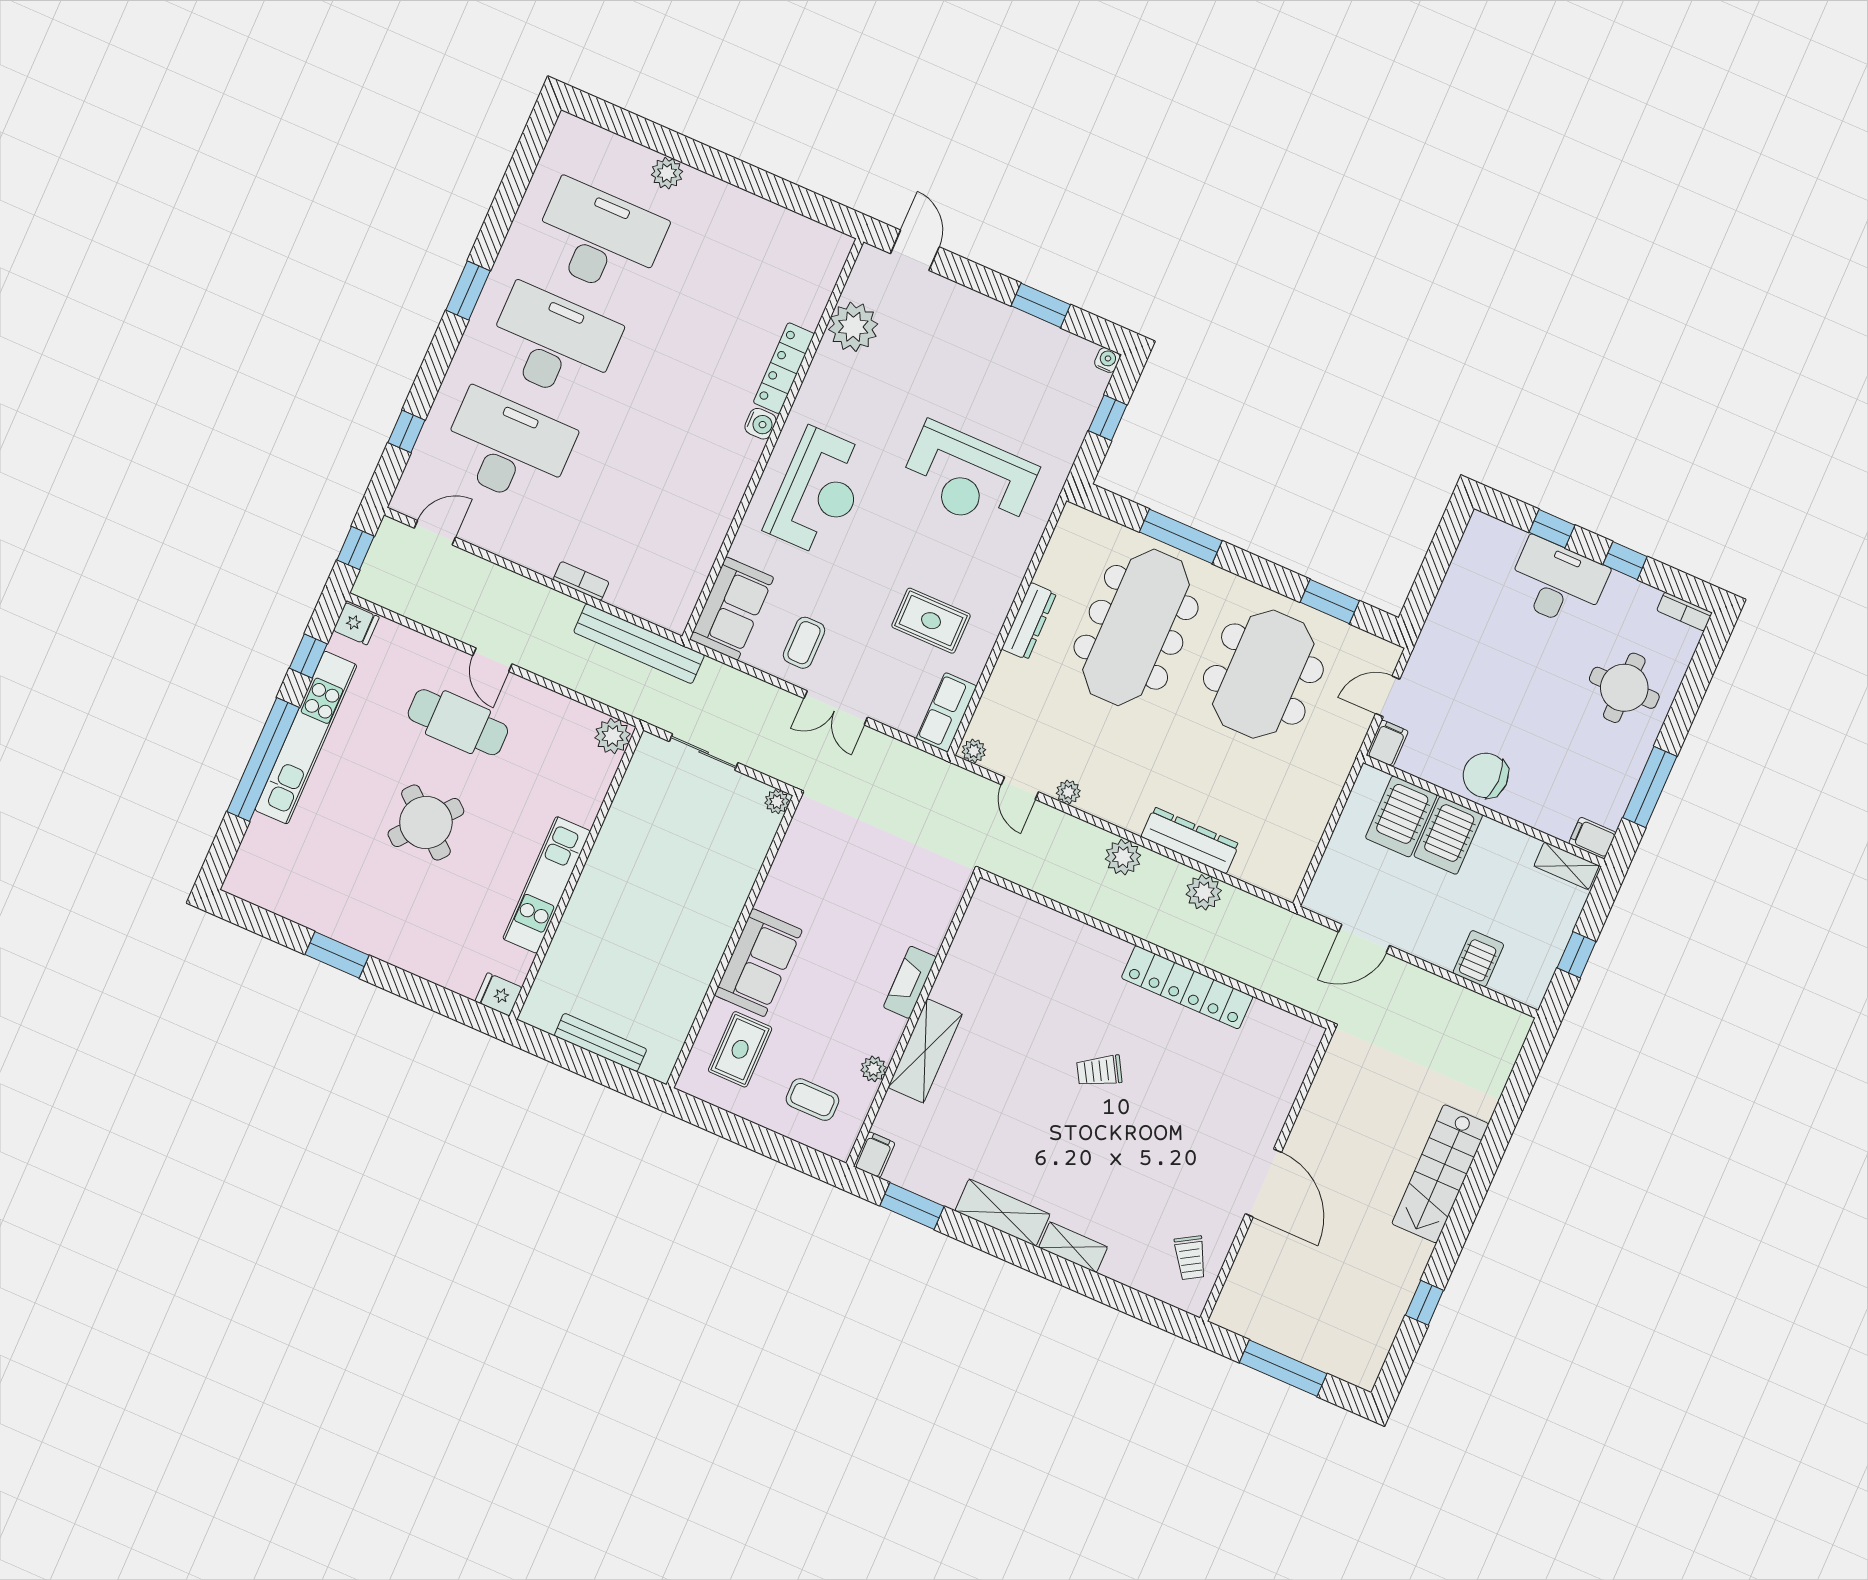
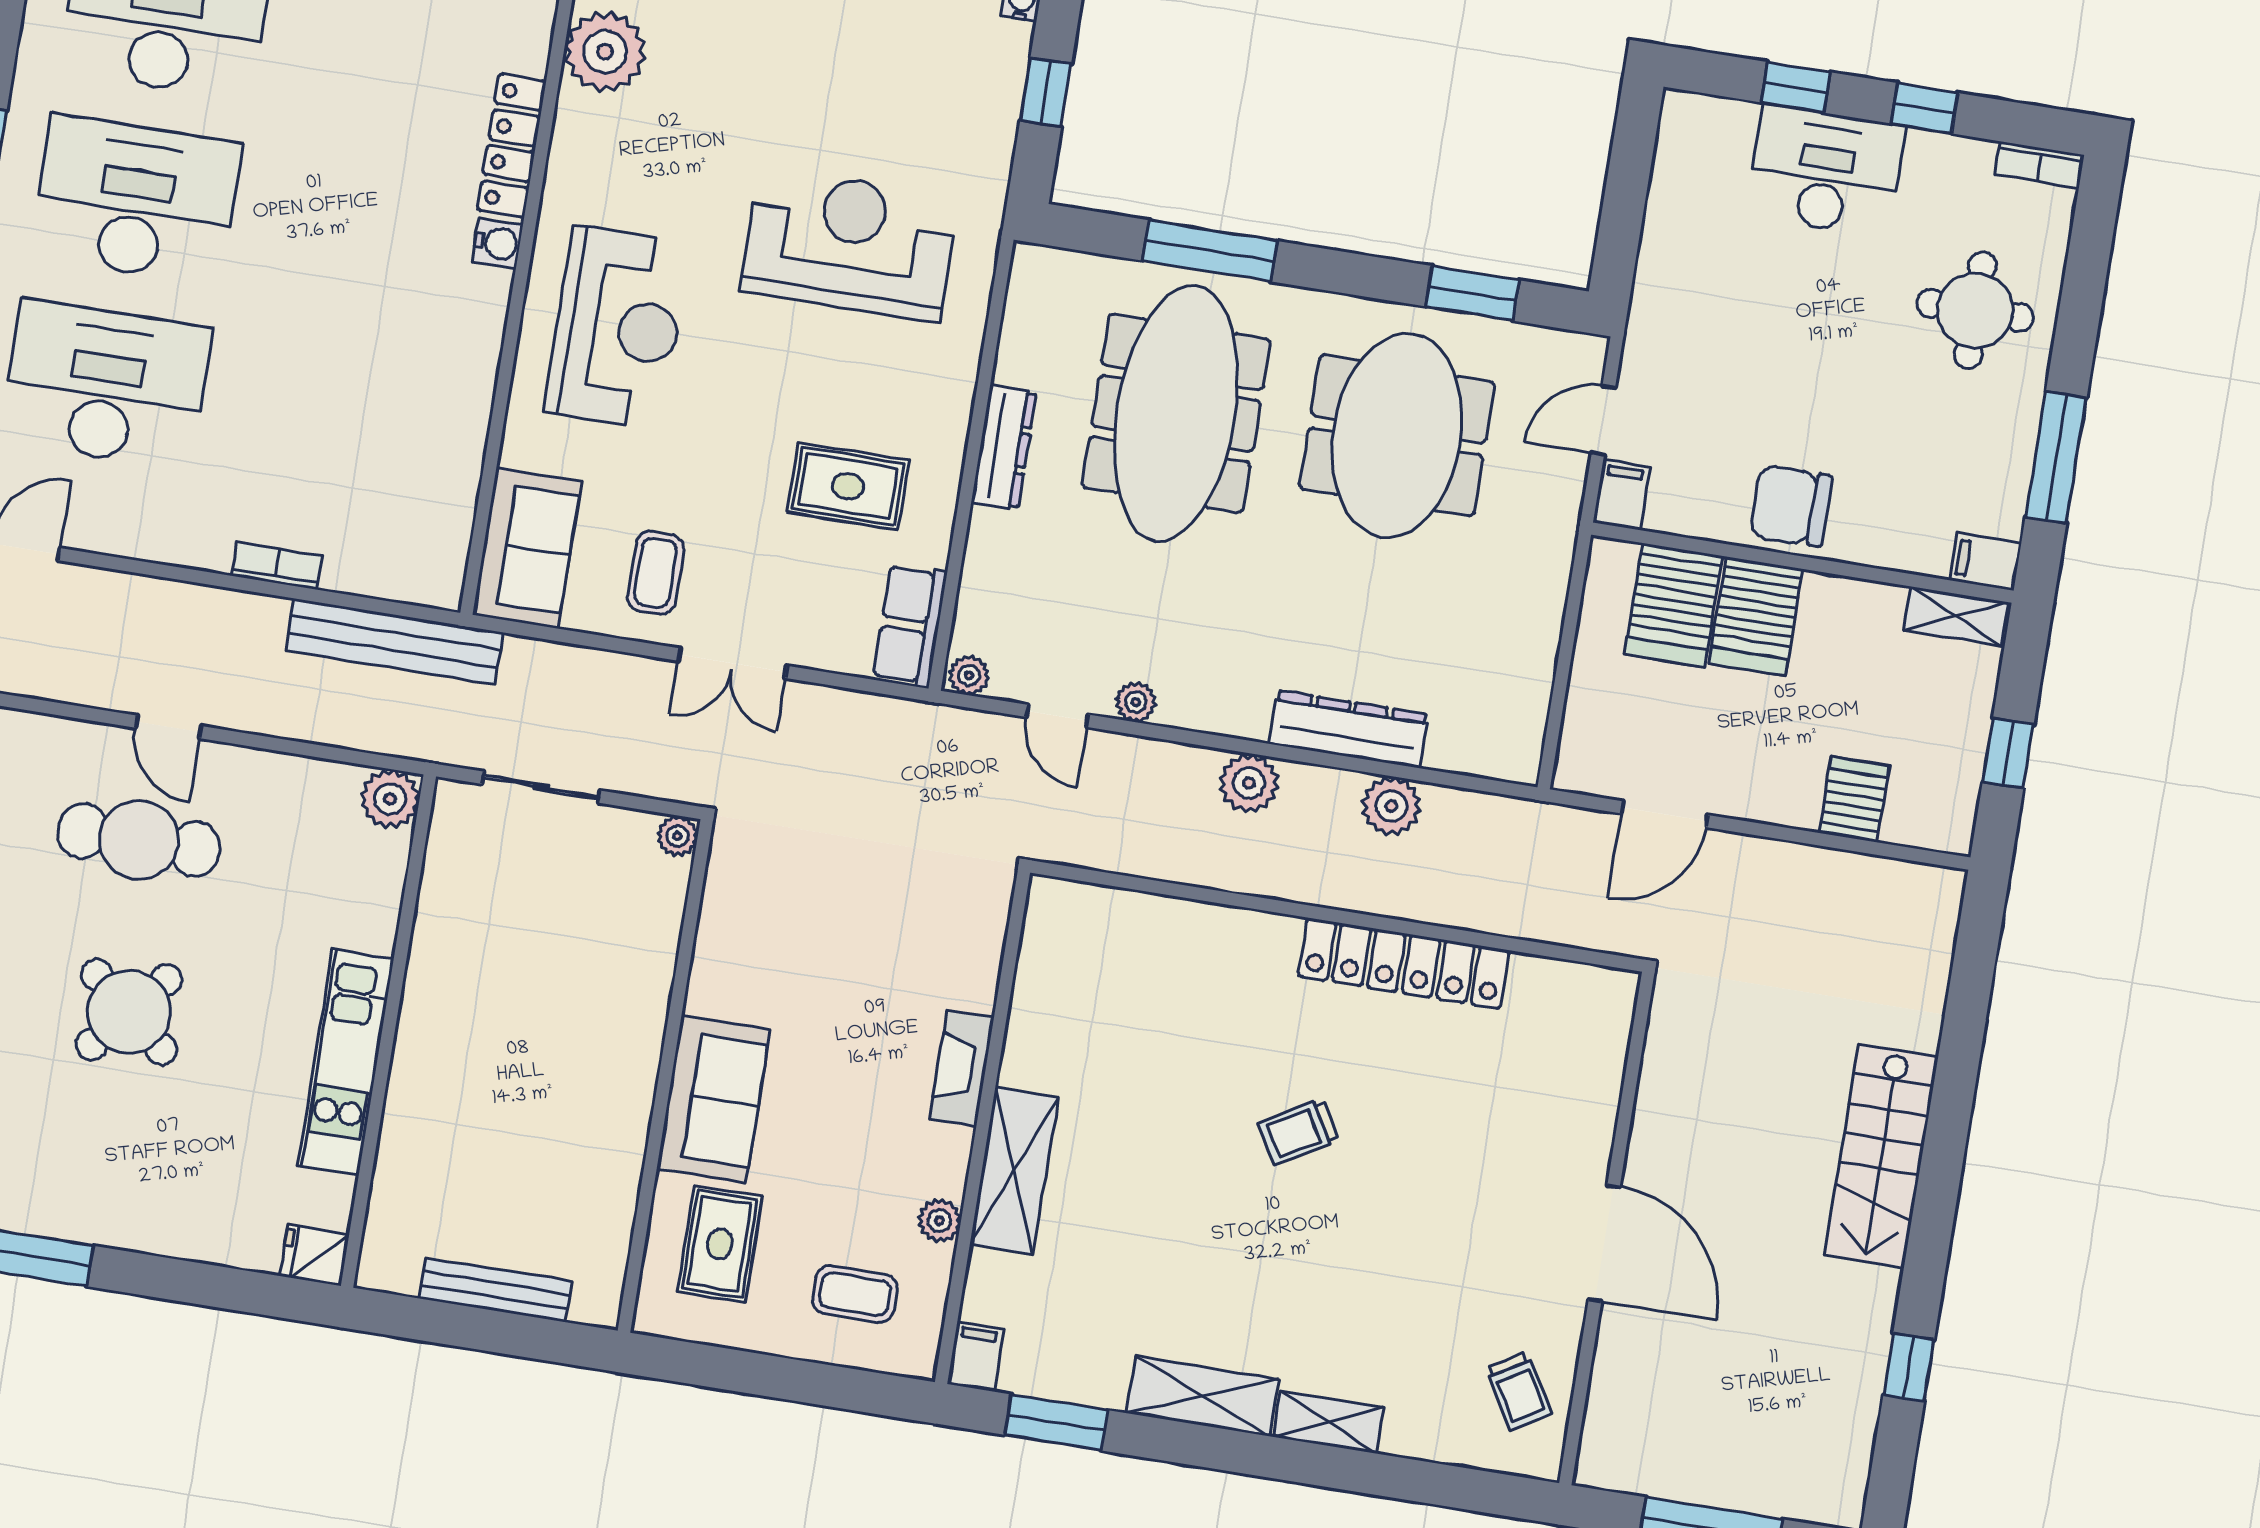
reception desk: (968, 478) -> (849, 244), turned 180

